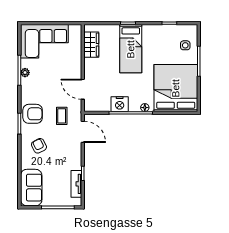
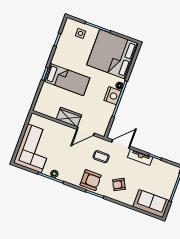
wardrobe: (91, 45) -> (69, 117), moved
nightstand: (120, 104) -> (113, 96), moved
armchair: (33, 114) -> (91, 180), turned 90
tv unit: (76, 184) -> (140, 157), moved

